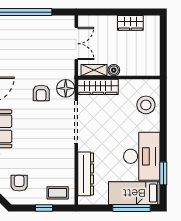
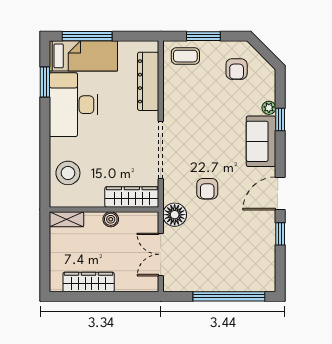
wardrobe: (130, 23) -> (89, 282), width x1.50
shelving: (94, 70) -> (66, 219), moved
floor lamp: (66, 88) -> (175, 215), moved
armchair: (41, 93) -> (207, 189), turned 180
window: (44, 208) -> (203, 36), width x1.50

